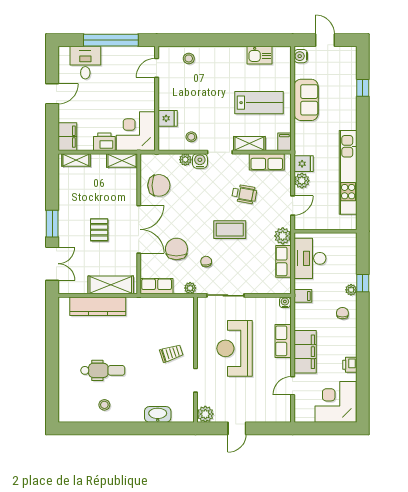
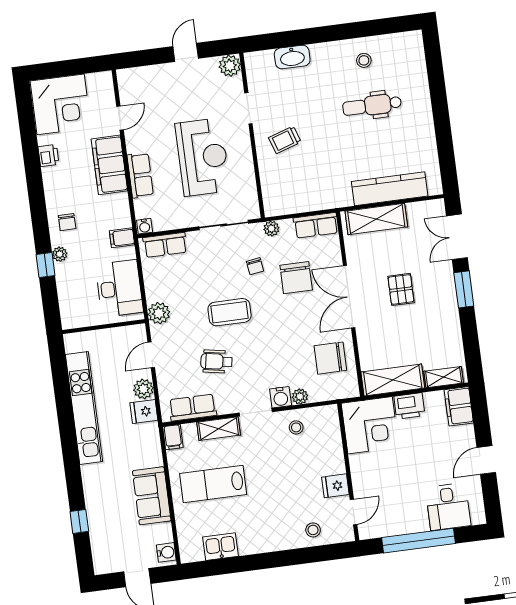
fridge: (168, 118) -> (335, 486), moved
shelving: (122, 160) -> (393, 380), width x1.50, depth x1.33
row of seats: (283, 261) -> (165, 245), moved, turned 90

